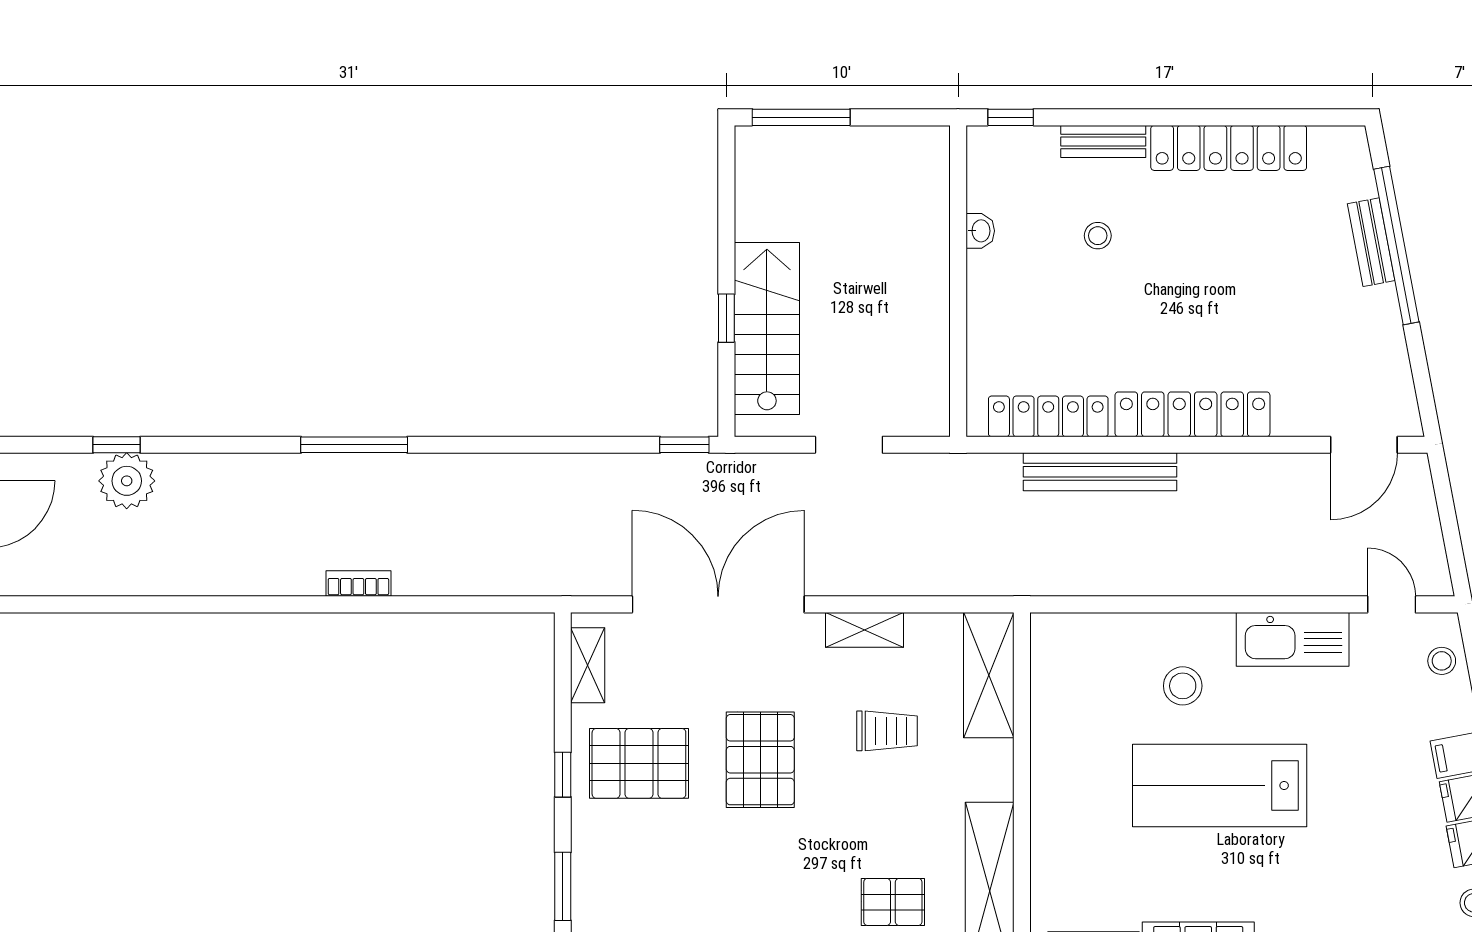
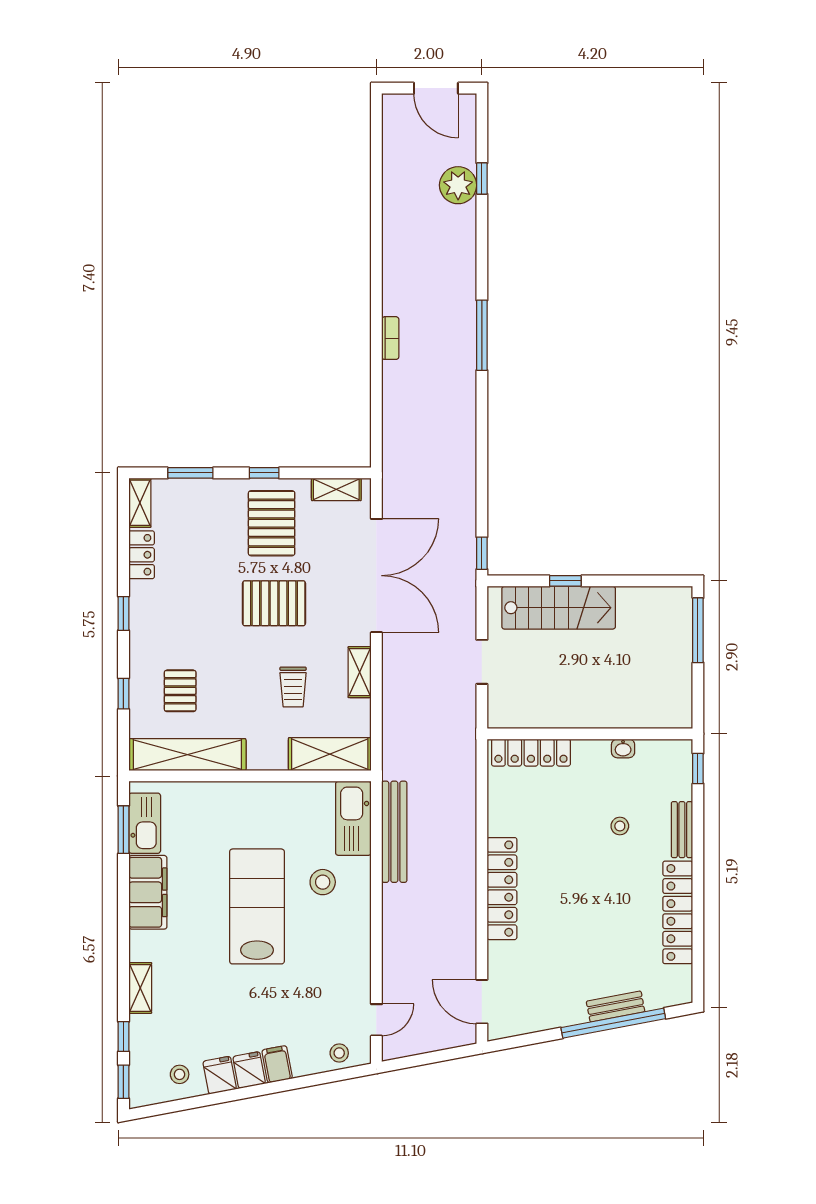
locker: (1048, 416) -> (531, 753), moved, turned 90
bench: (1100, 472) -> (394, 832), moved
kitchen sink: (1293, 639) -> (353, 818), moved

